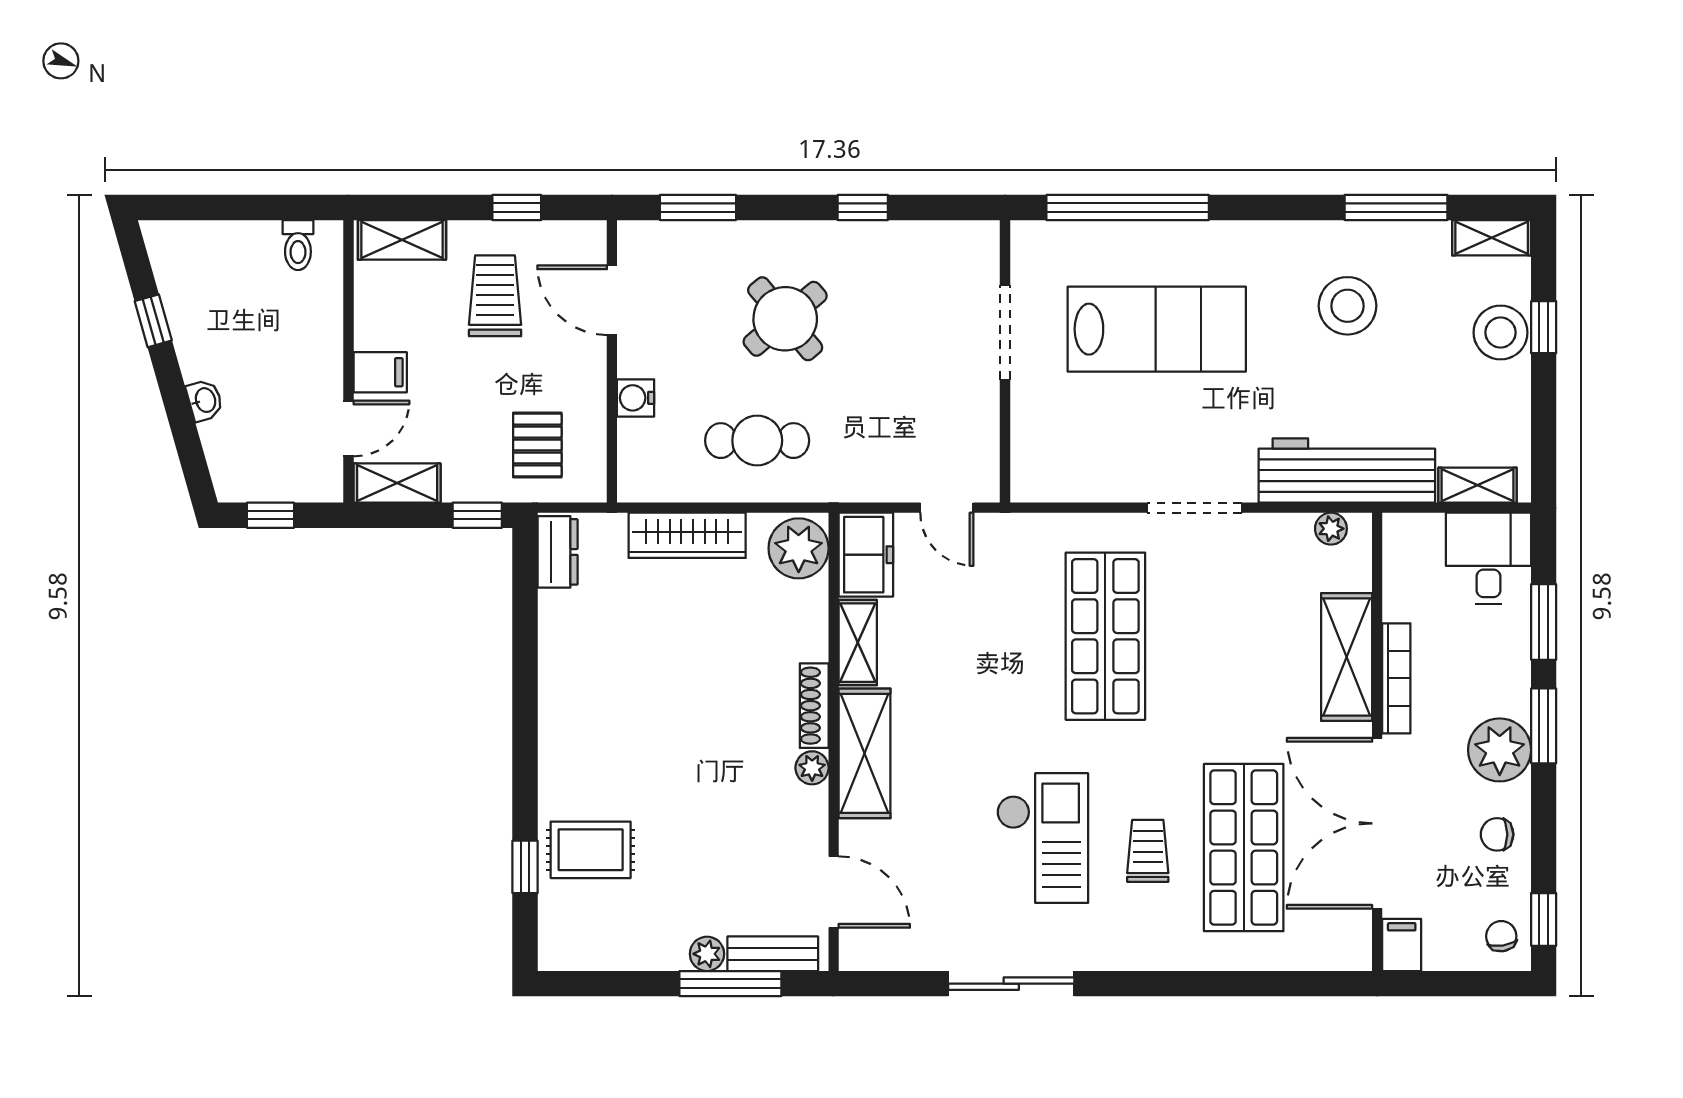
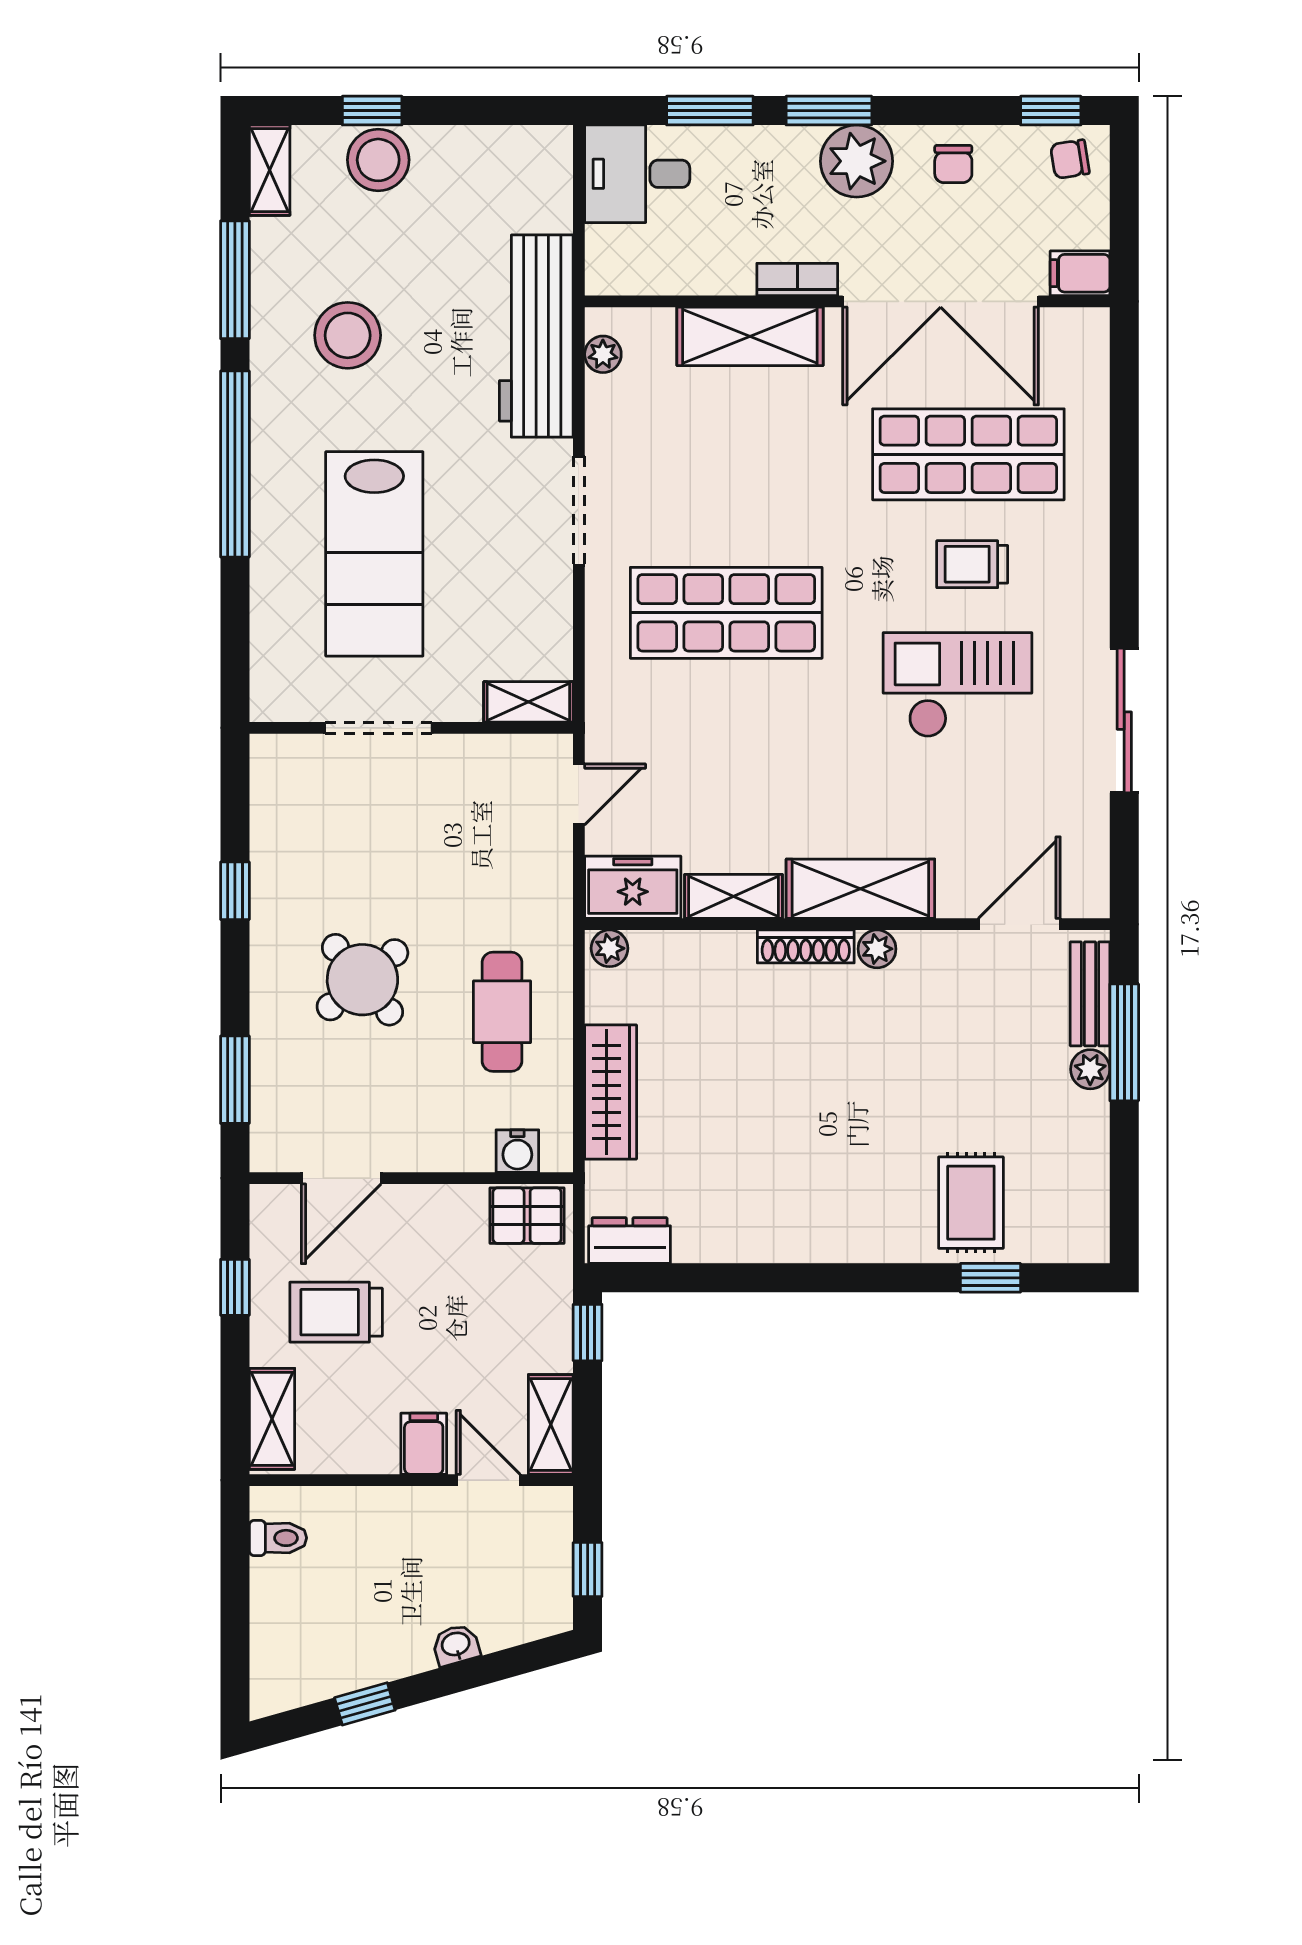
window: (1128, 207) -> (235, 464), moved
lab bench: (1157, 329) -> (374, 554), turned 180
water cooler: (636, 398) -> (517, 1151), moved
pallet: (537, 445) -> (527, 1216), moved
shelving: (1477, 485) -> (528, 702), moved, turned 90
plant: (799, 548) -> (609, 948), width x0.53, depth x0.53
bookcase: (1396, 678) -> (797, 279), width x0.64

